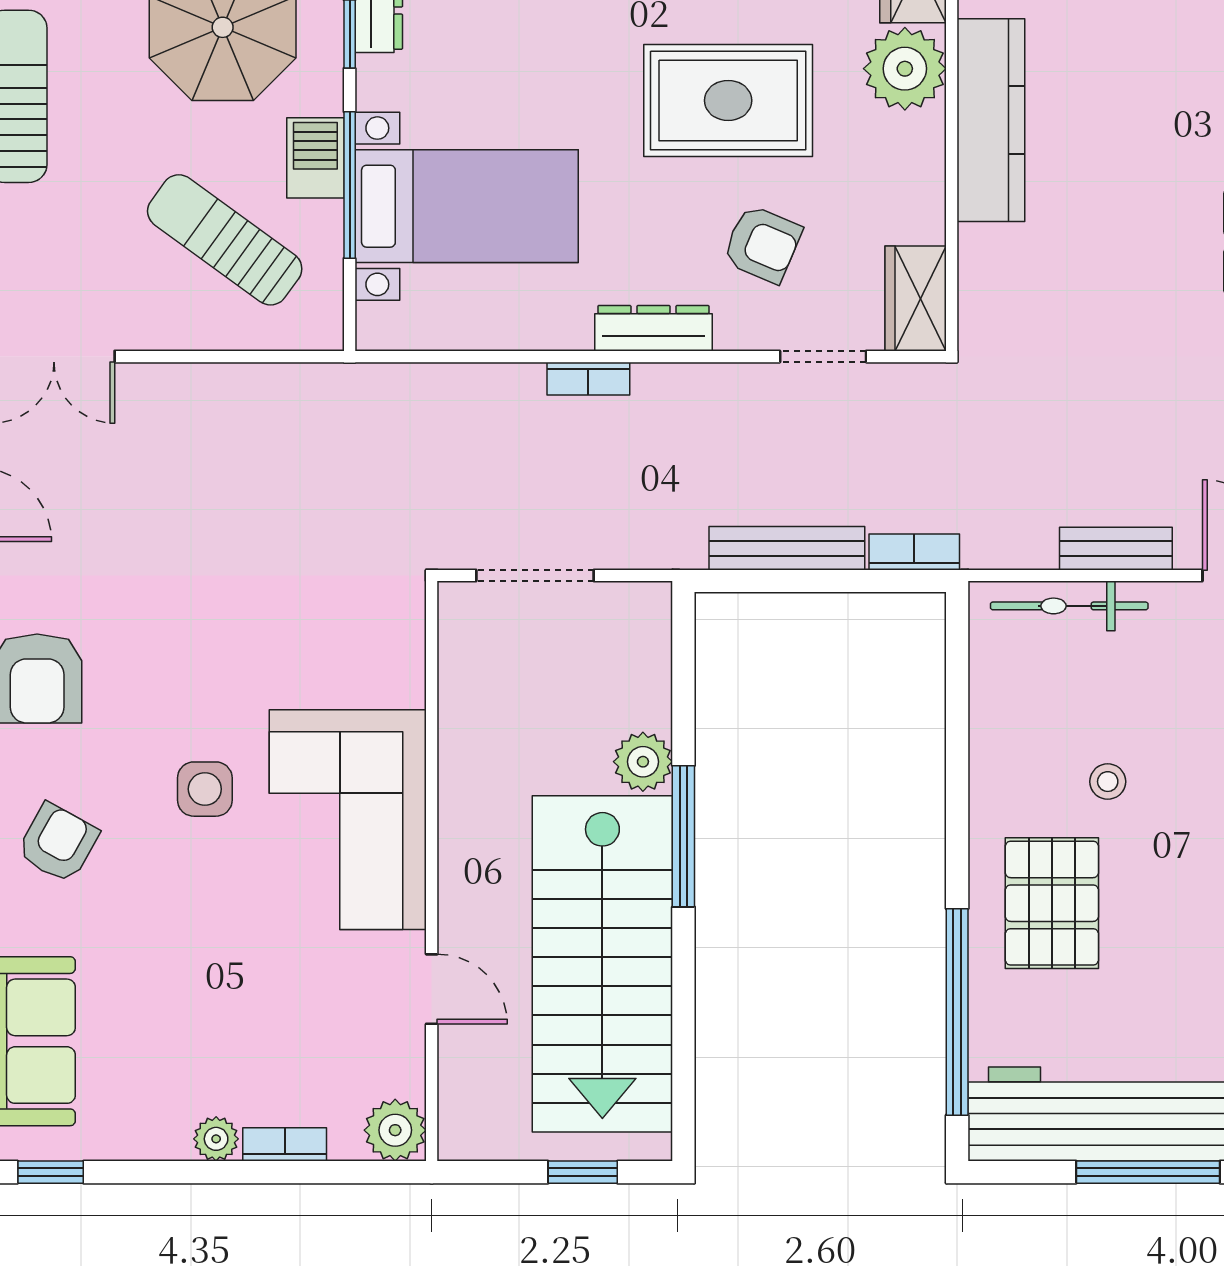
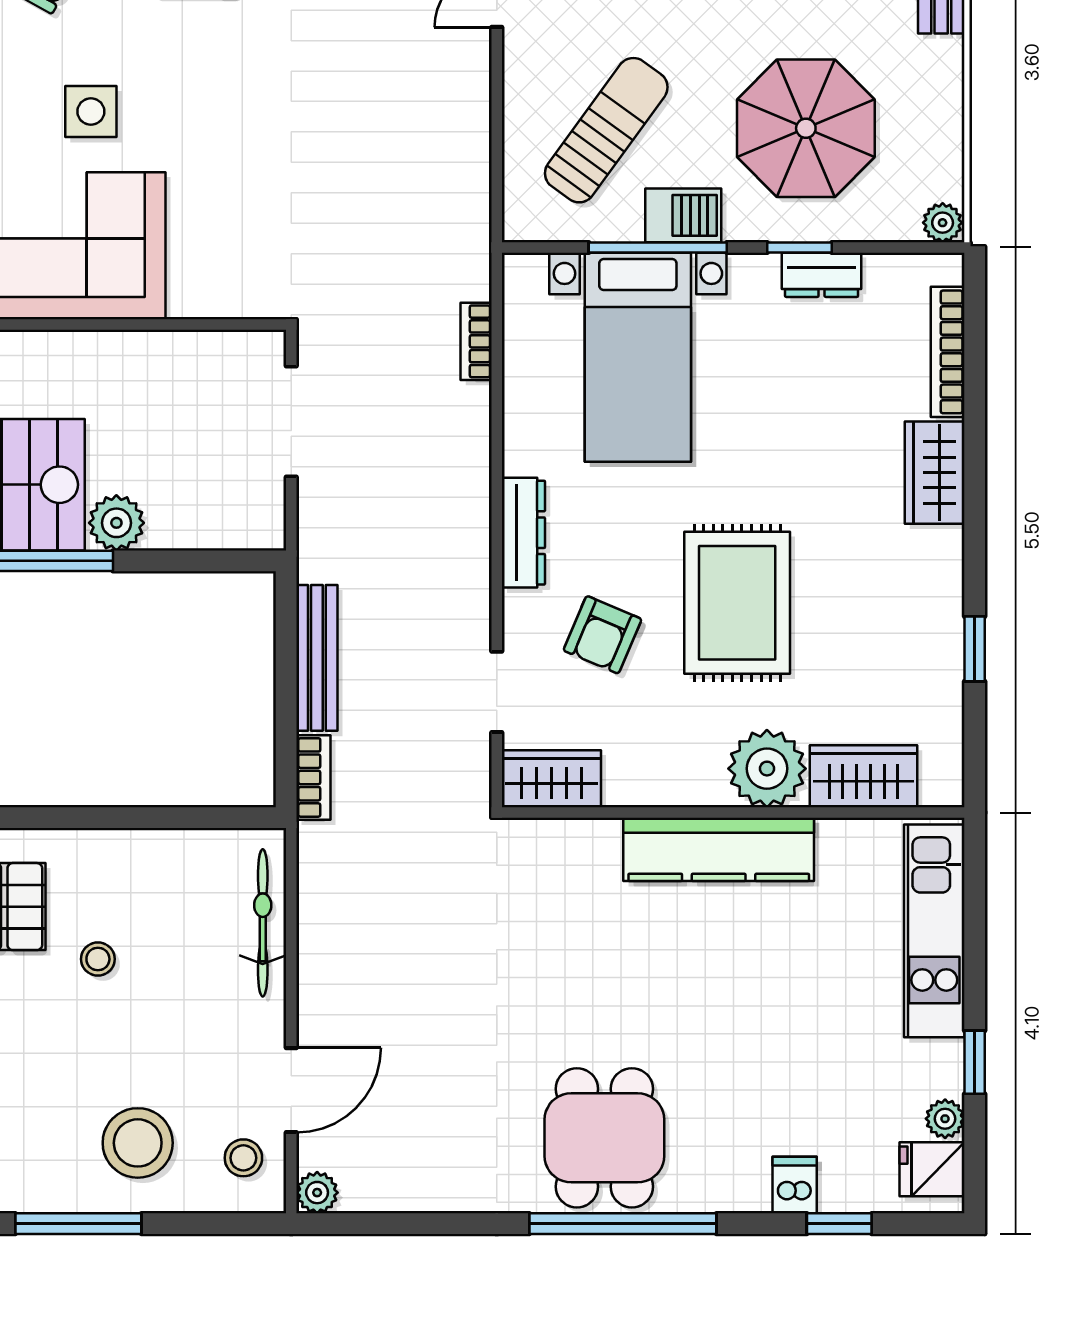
bookcase: (588, 379) -> (476, 341), moved
bench: (1116, 549) -> (317, 967), removed

